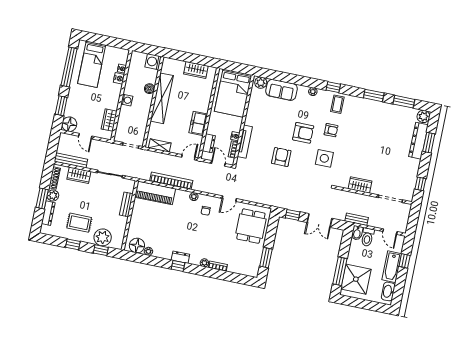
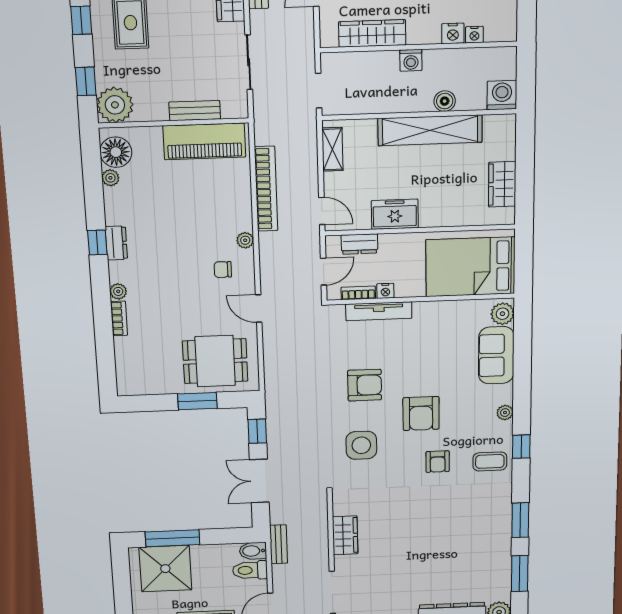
wardrobe: (109, 120) -> (372, 33), width x1.50
side table: (324, 158) -> (361, 445), moved
piano: (155, 193) -> (204, 141), moved, turned -90
plant: (103, 237) -> (115, 105), moved
window: (266, 258) -> (197, 401), moved

